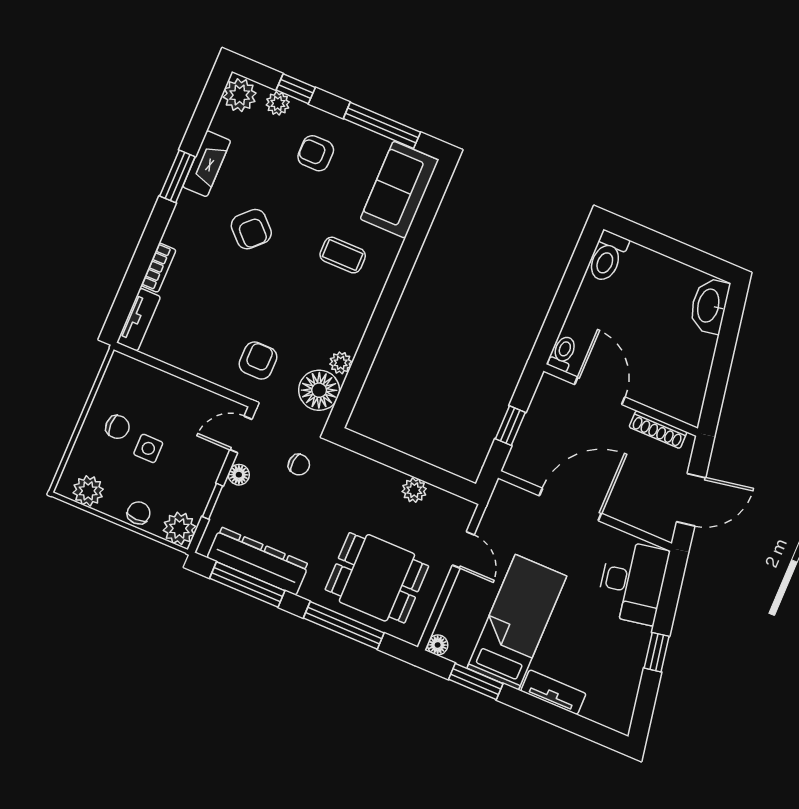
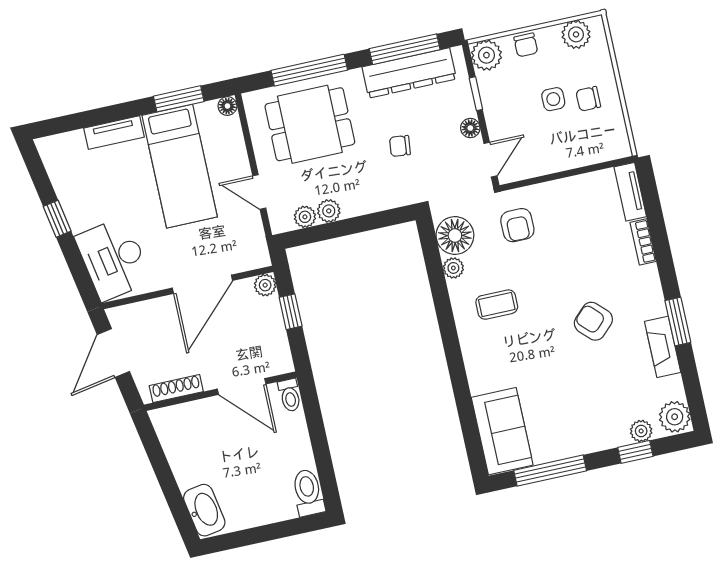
armchair: (316, 153) -> (585, 414), removed
coffee table: (343, 255) -> (497, 305), moved
chair: (299, 465) -> (400, 146), moved
plant: (516, 465) -> (265, 285), added
plant: (439, 500) -> (305, 217), added

